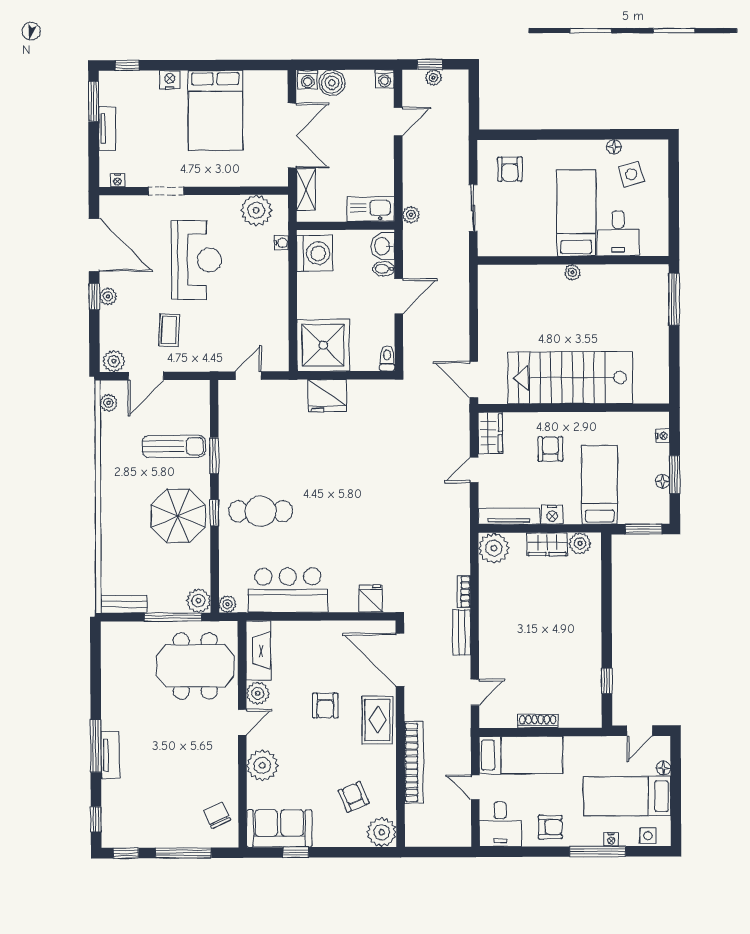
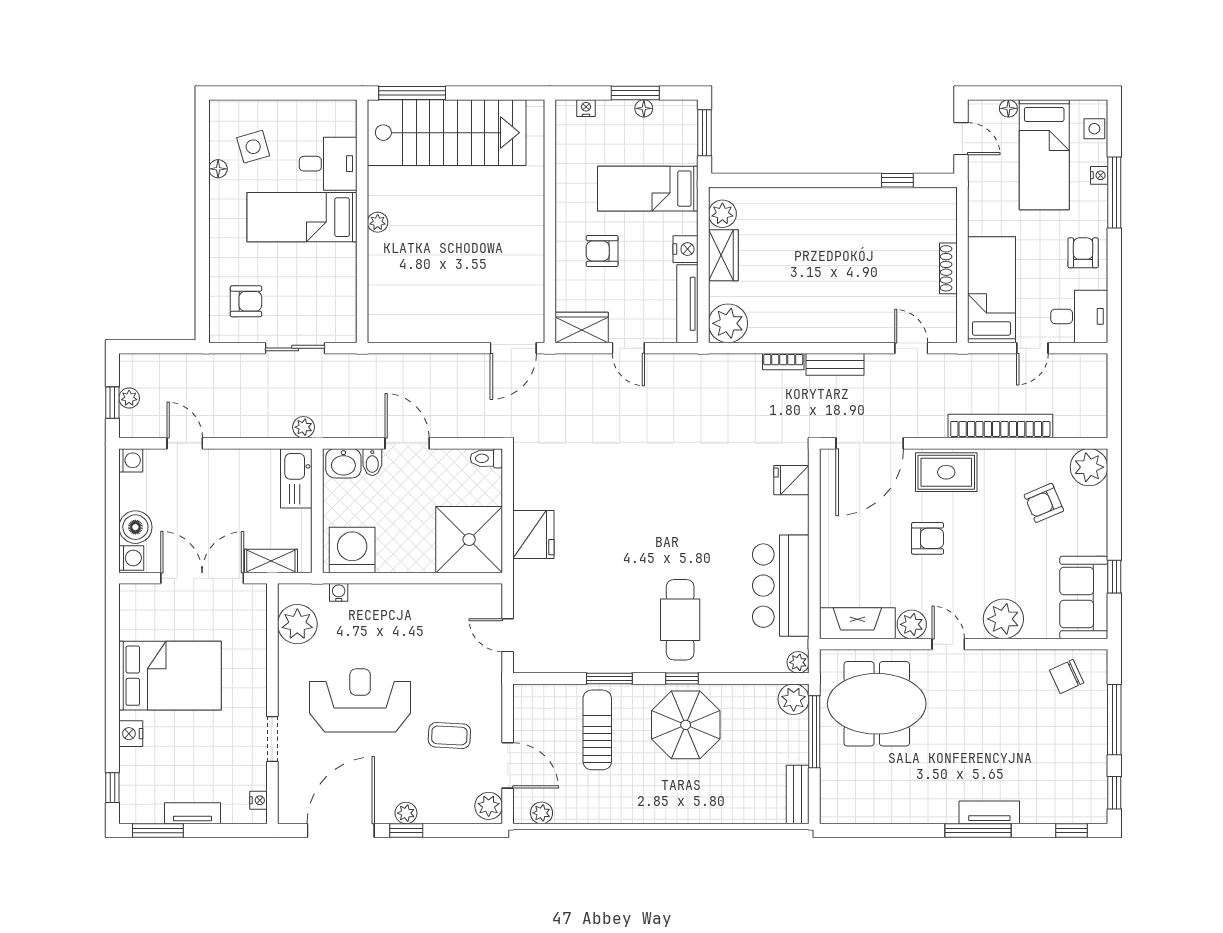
stairs: (570, 378) -> (447, 133), moved, turned -90
meeting table: (195, 666) -> (877, 704), turned 90

